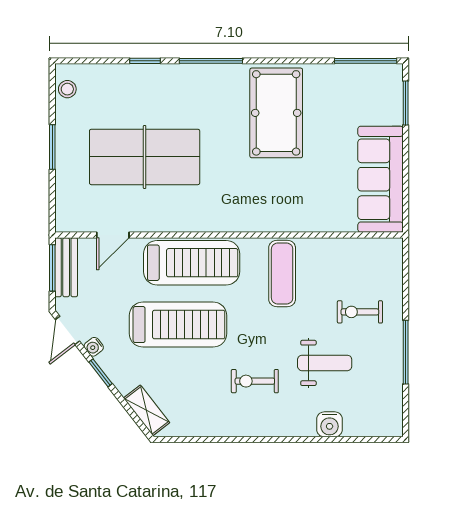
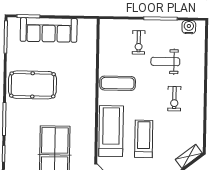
sofa: (381, 179) -> (49, 30), moved
treadmill: (178, 325) -> (144, 139), width x0.73, depth x0.73
weight bench: (325, 363) -> (165, 62), turned -90
water cooler: (330, 424) -> (189, 27), moved, turned -90

